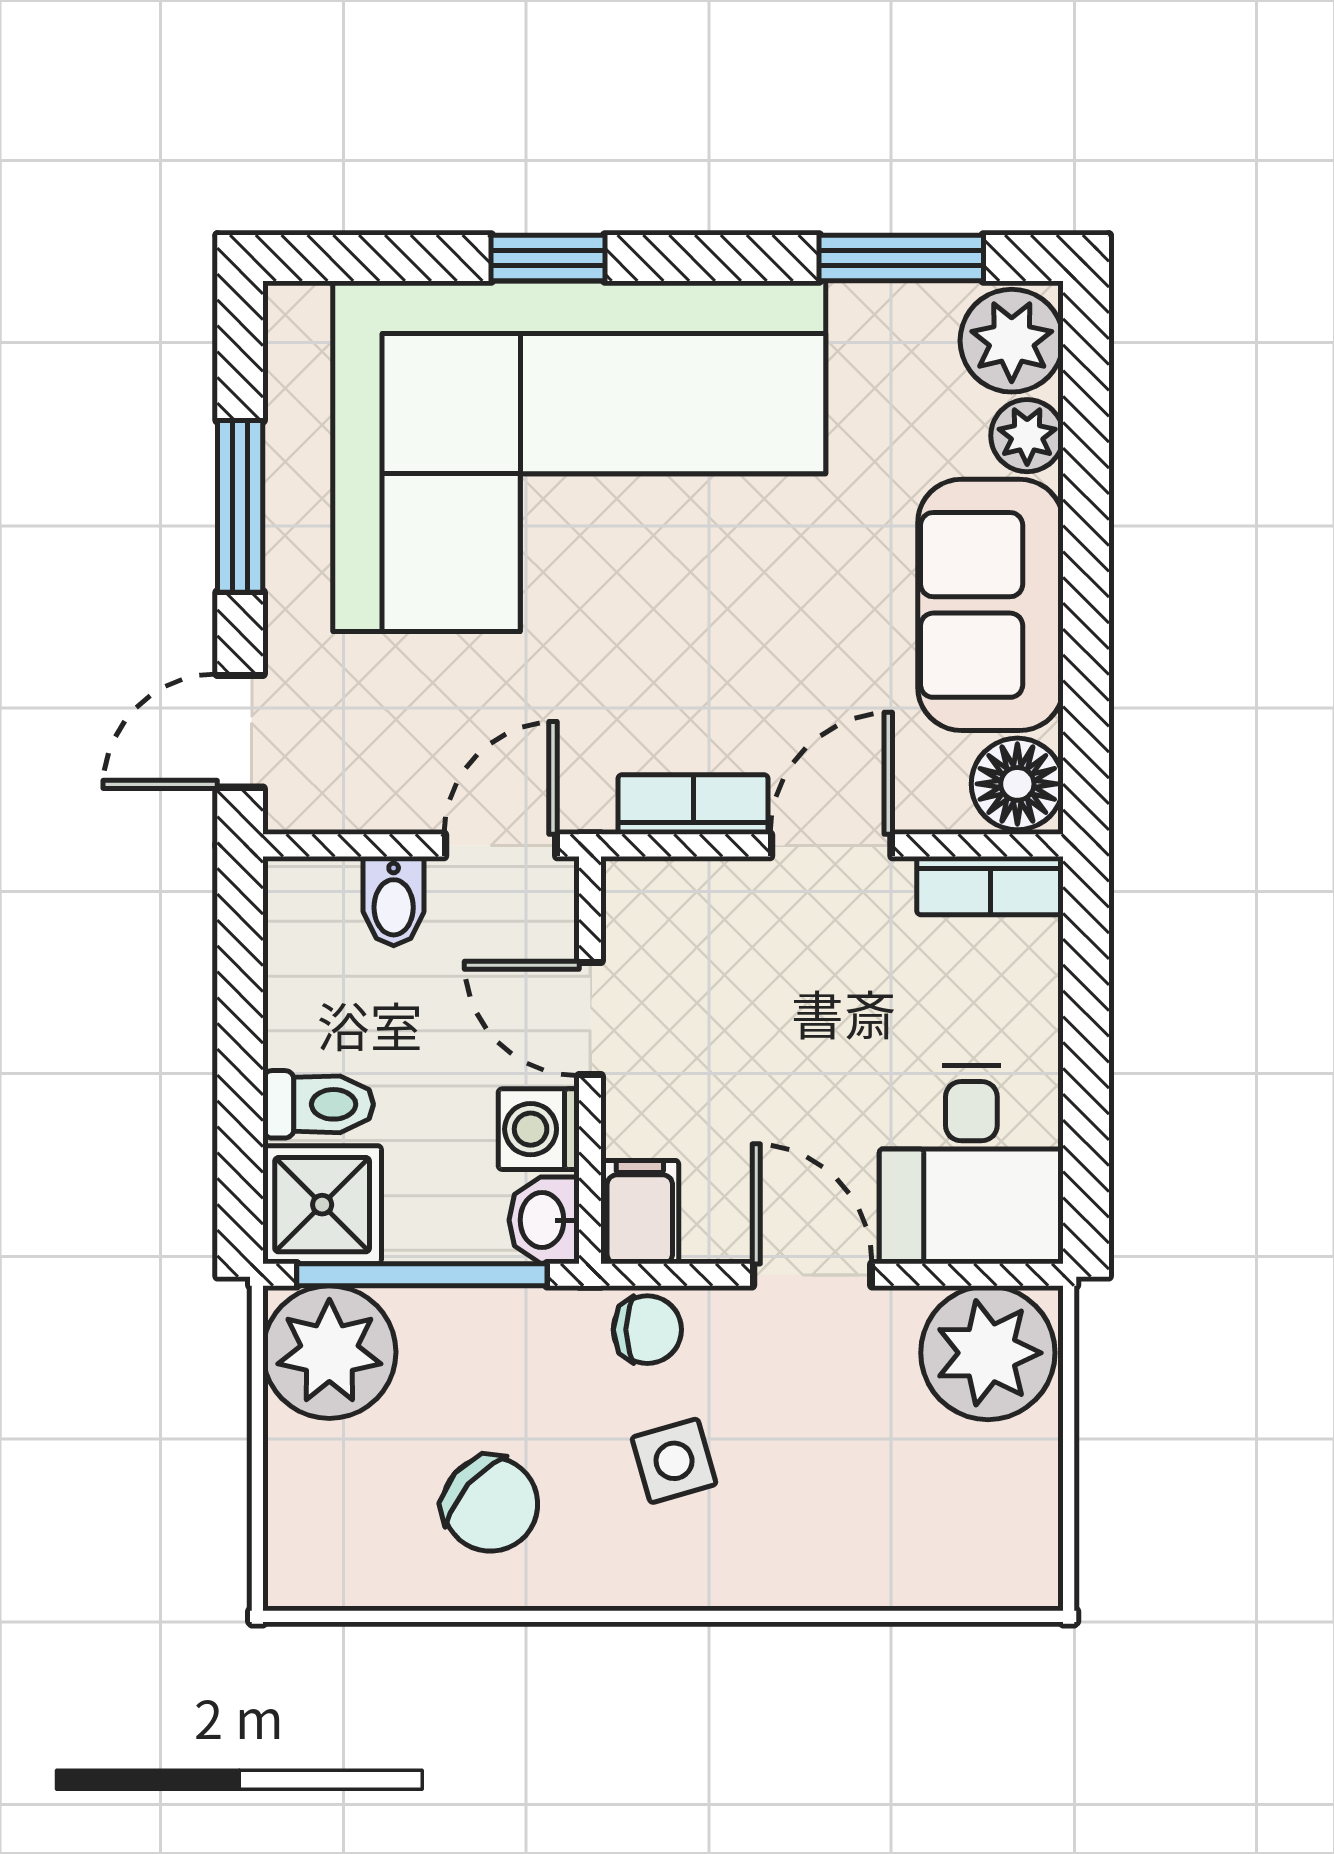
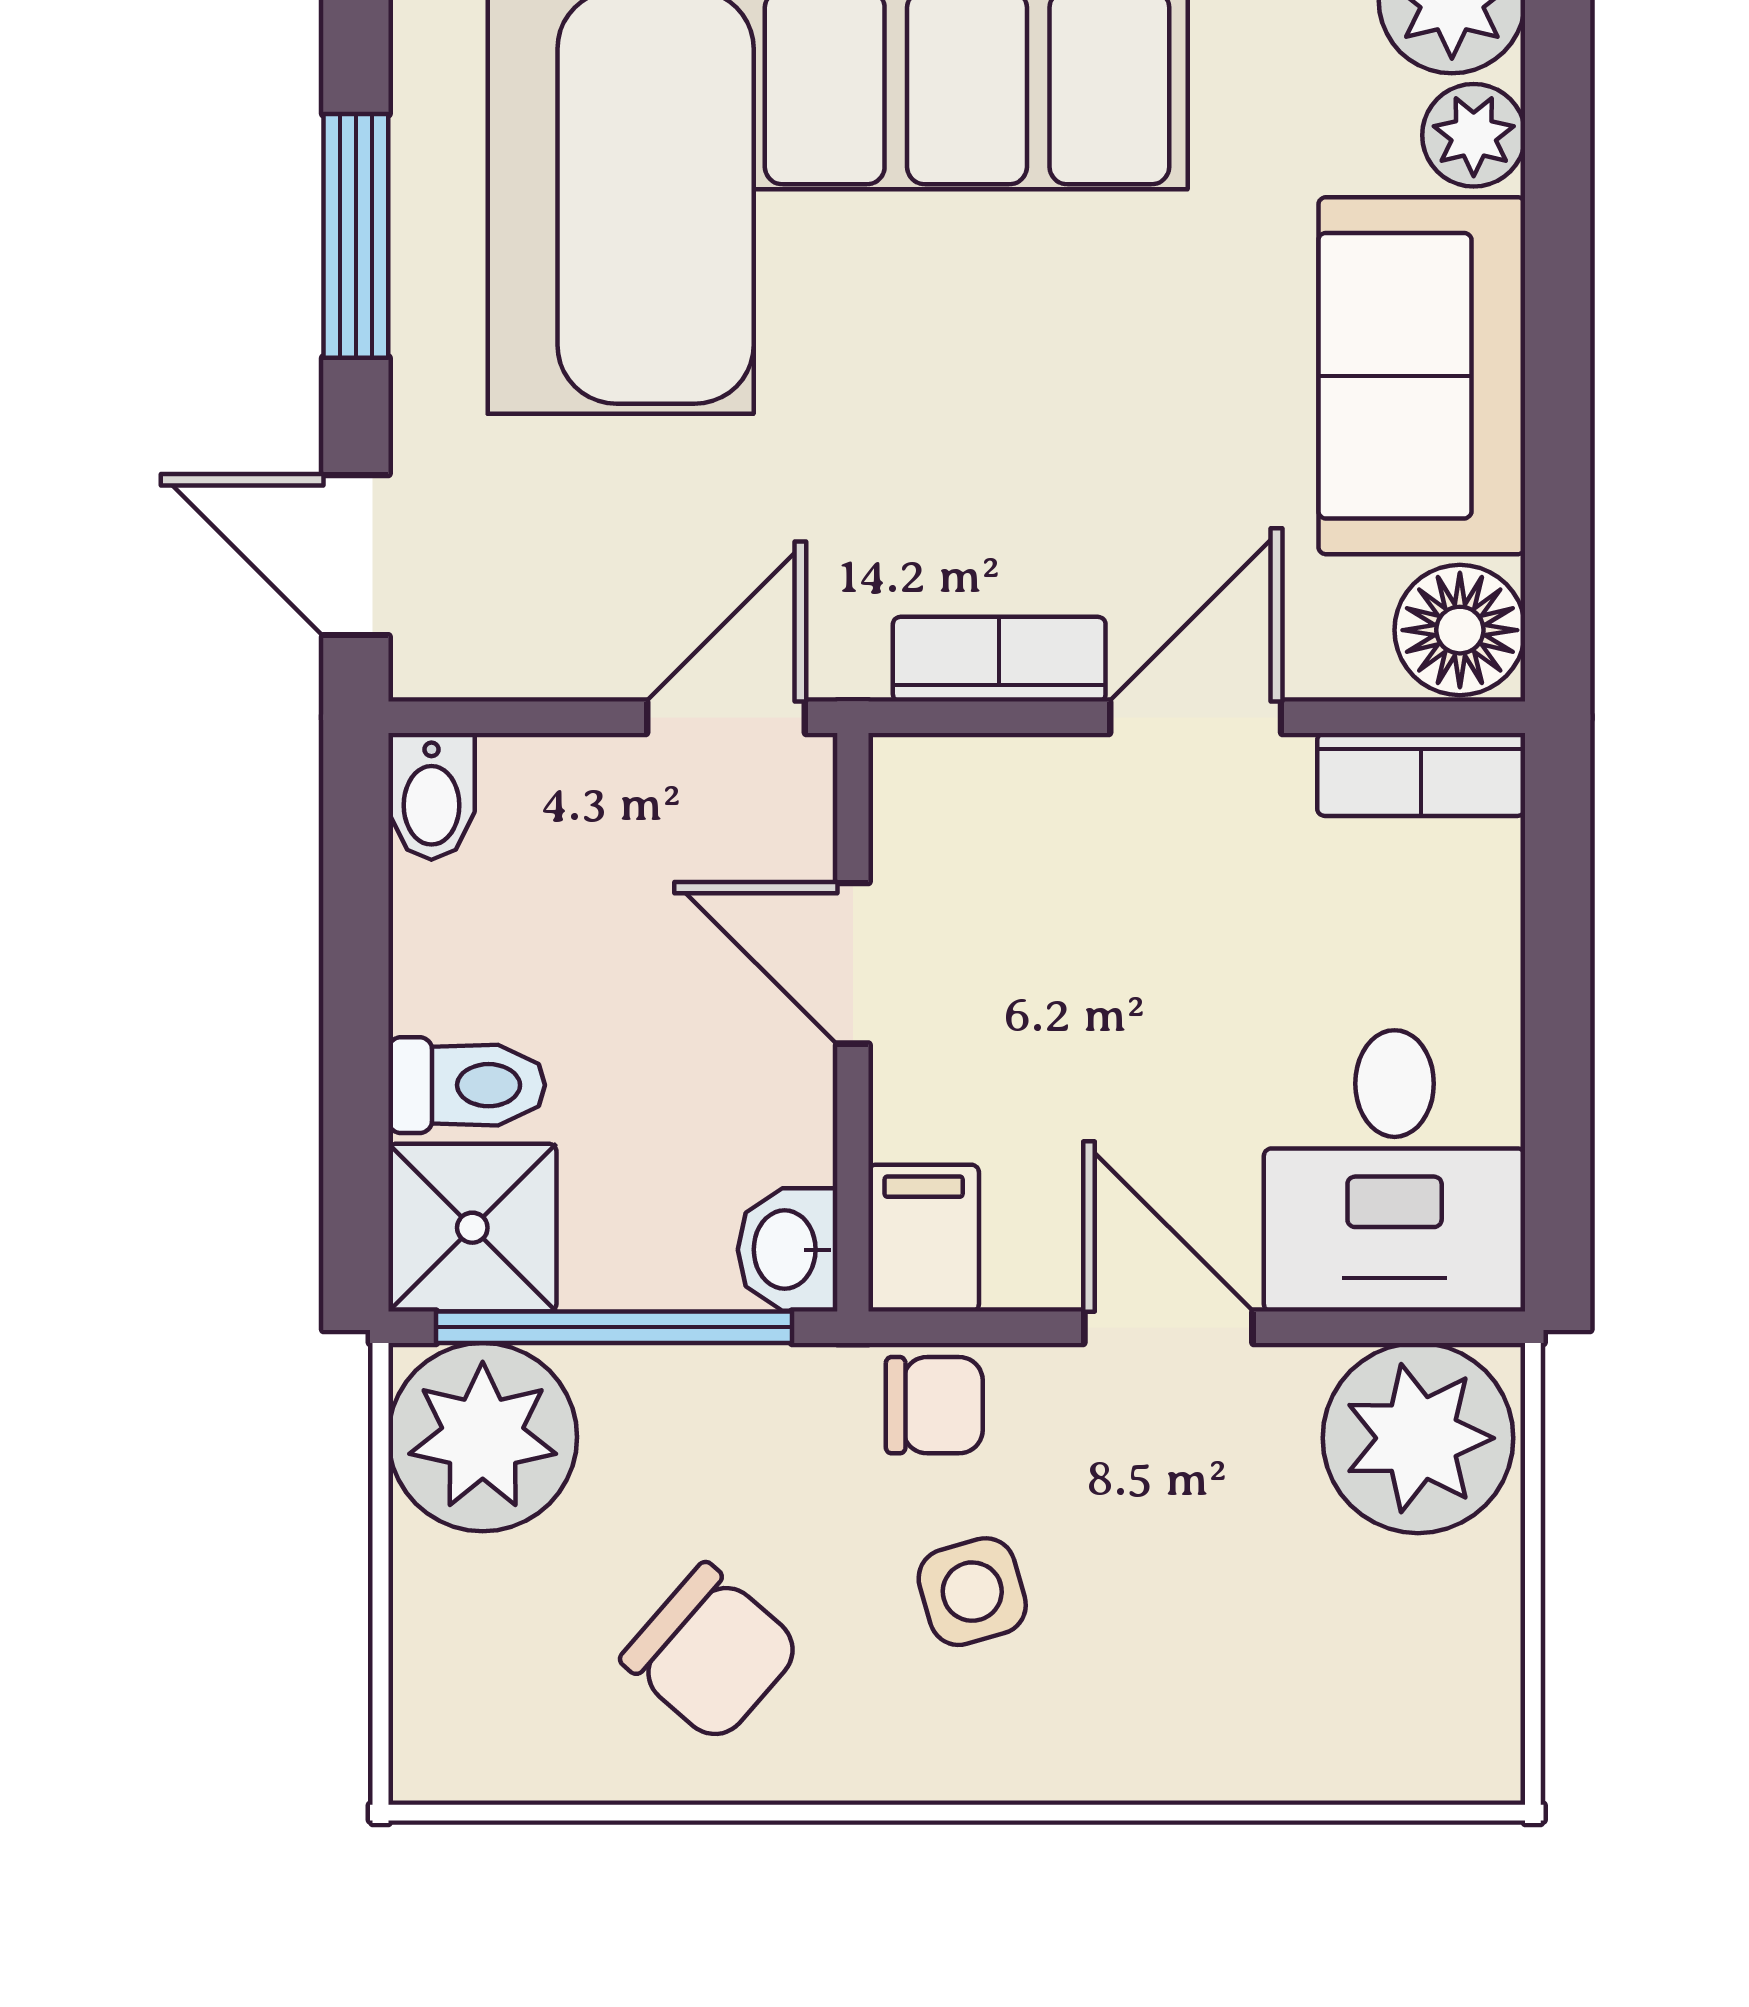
door: (240, 731) -> (356, 555), hinge flipped
bidet: (394, 901) -> (431, 796), moved
washing machine: (539, 1129) -> (780, 1120), removed

